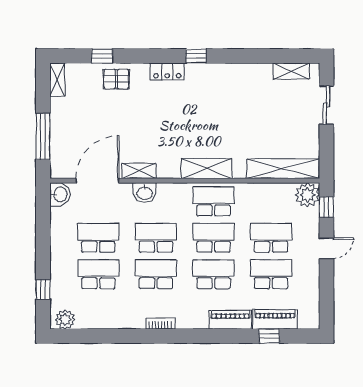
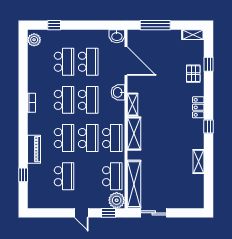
shelving: (291, 71) -> (199, 161), moved
sliding door: (326, 105) -> (154, 213), moved
shelving: (139, 171) -> (132, 104), moved
school desk: (271, 238) -> (112, 176), moved
piano: (275, 319) -> (34, 179), removed

